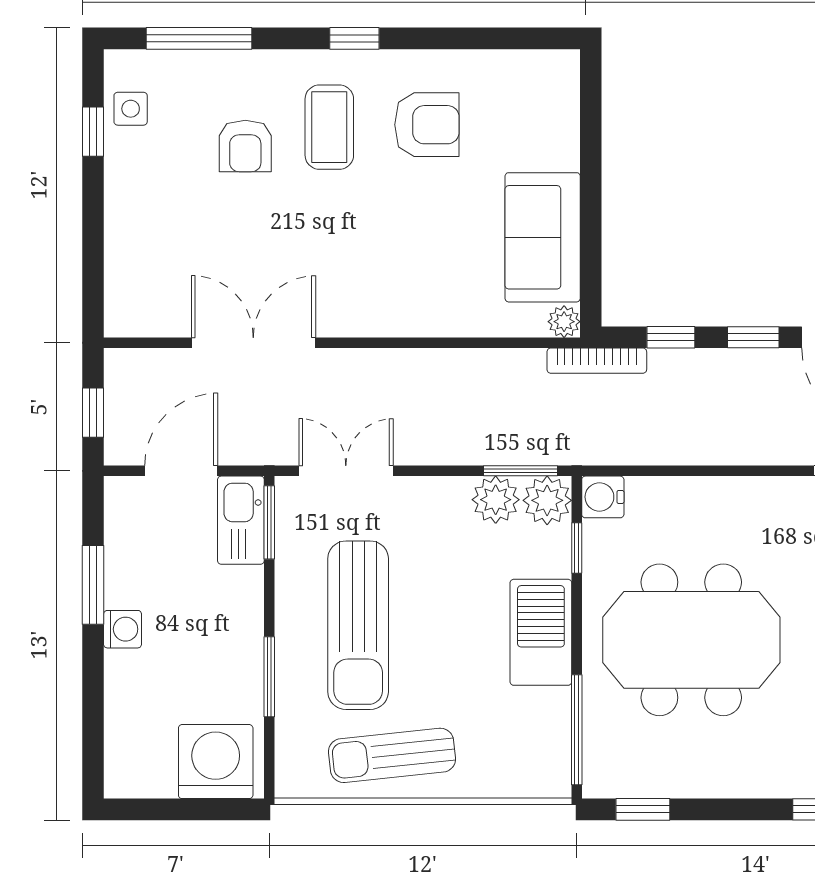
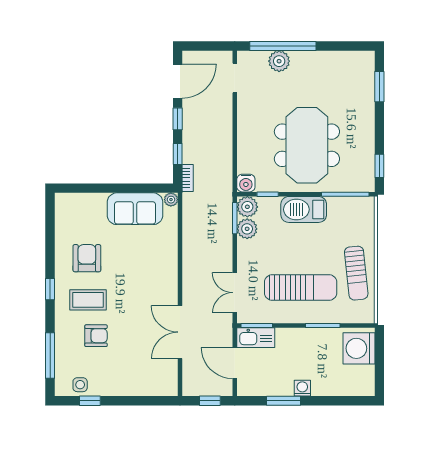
bookcase: (597, 361) -> (188, 178), width x0.64

